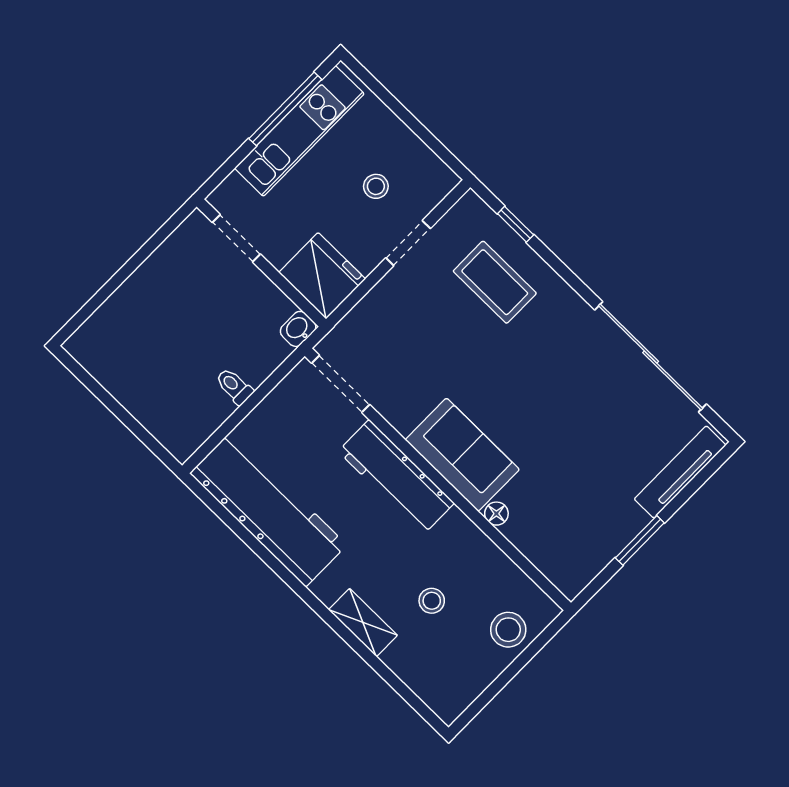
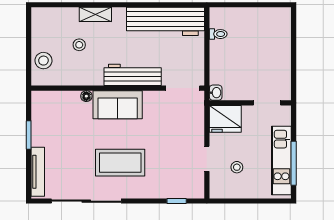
coffee table: (495, 282) -> (120, 163), moved, width x1.36, depth x1.32
toilet: (234, 386) -> (218, 34), moved

